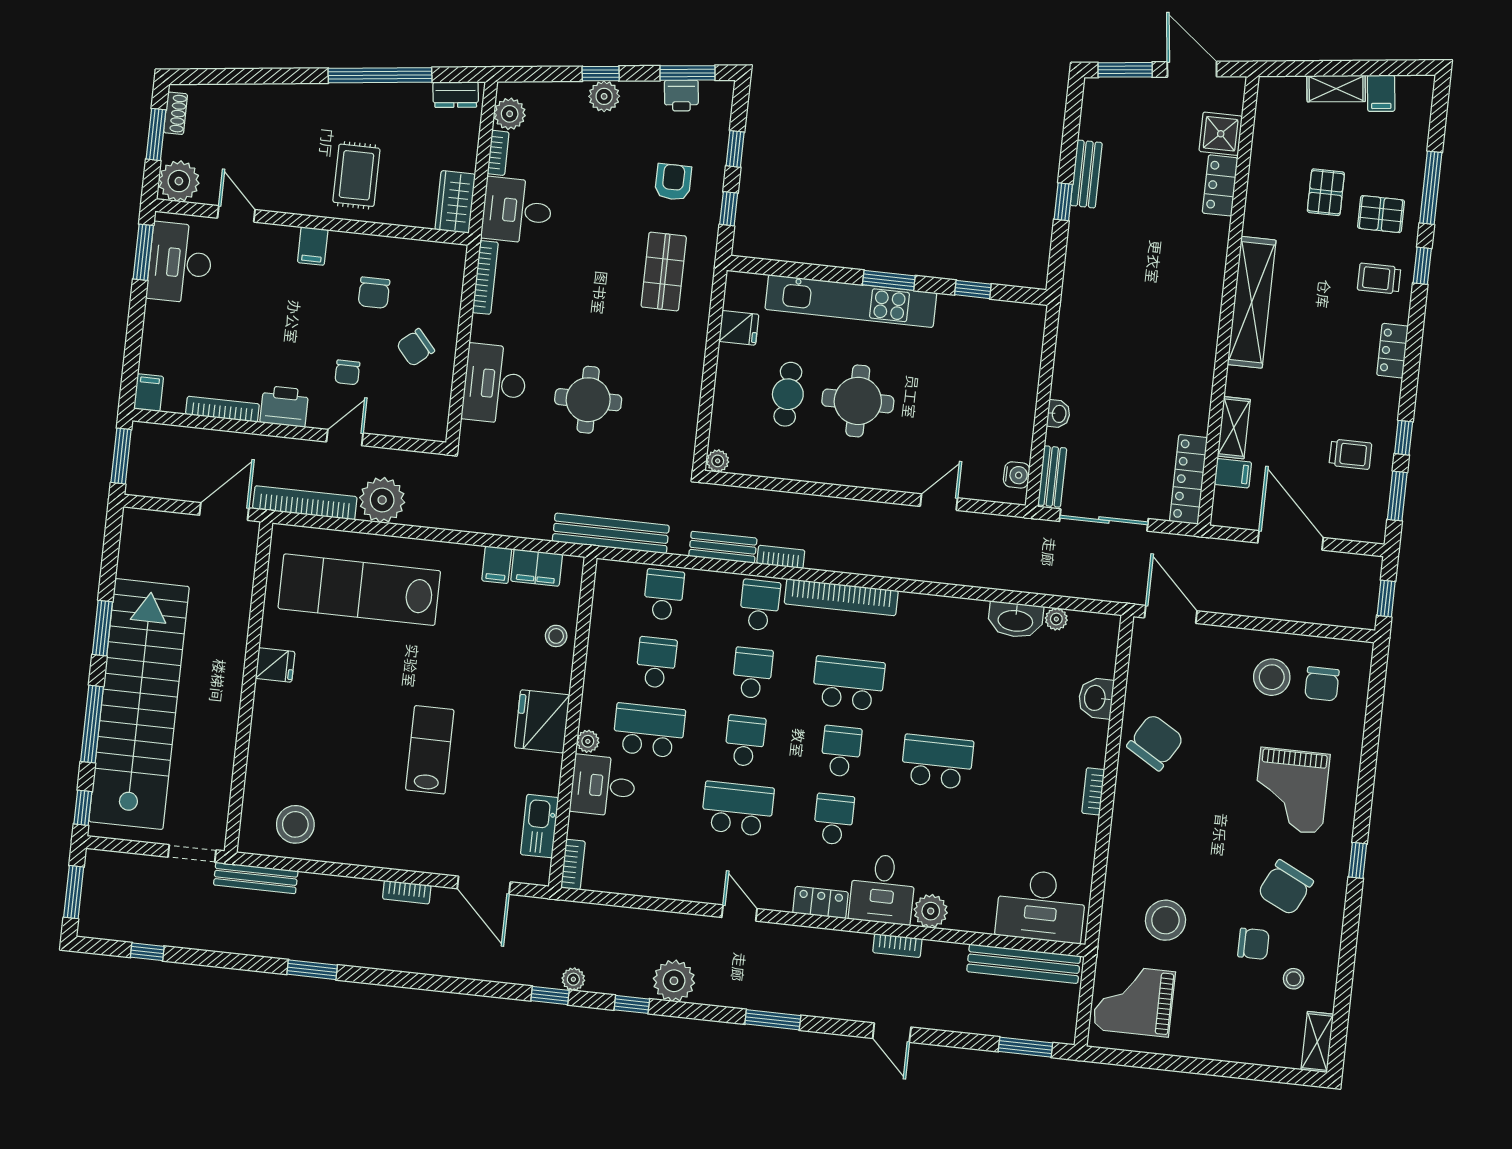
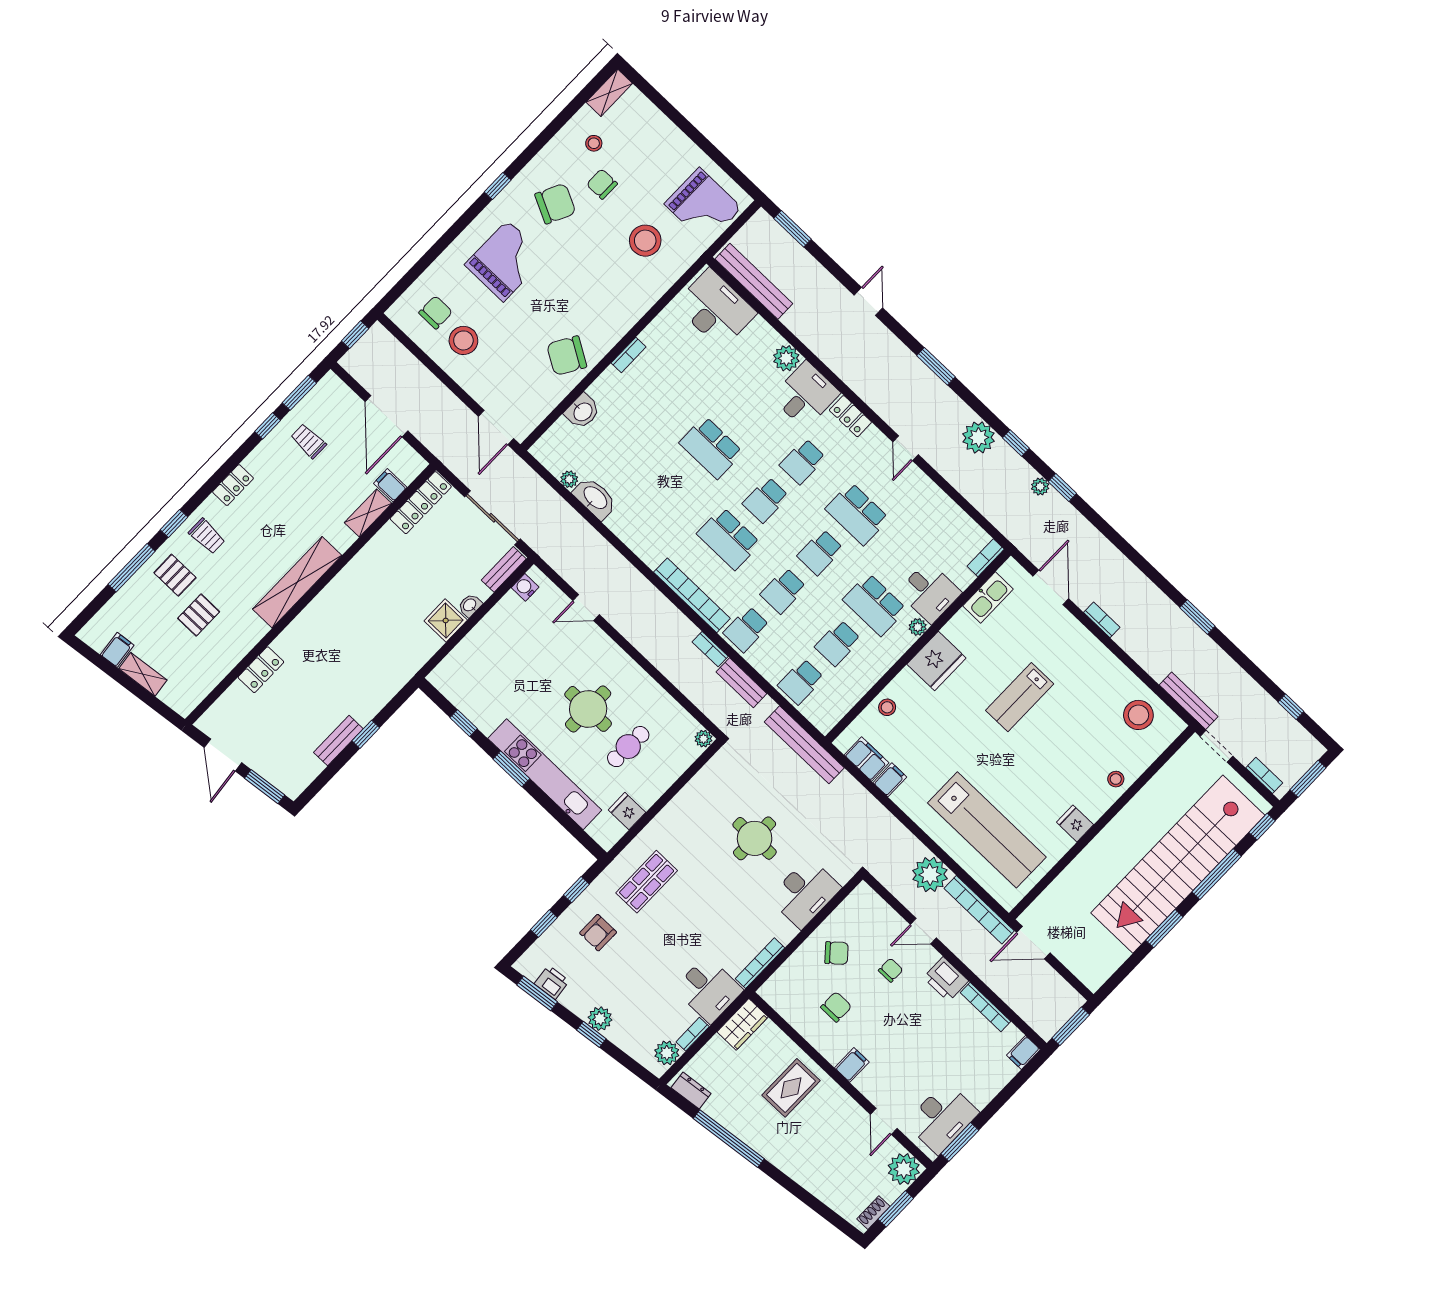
shower: (1221, 134) -> (446, 620), moved
stool: (268, 742) -> (1116, 779), added
bookcase: (897, 946) -> (1264, 775), moved

